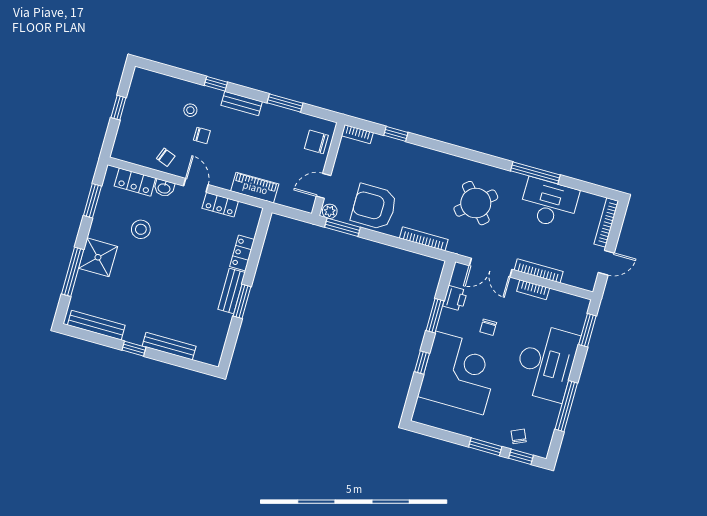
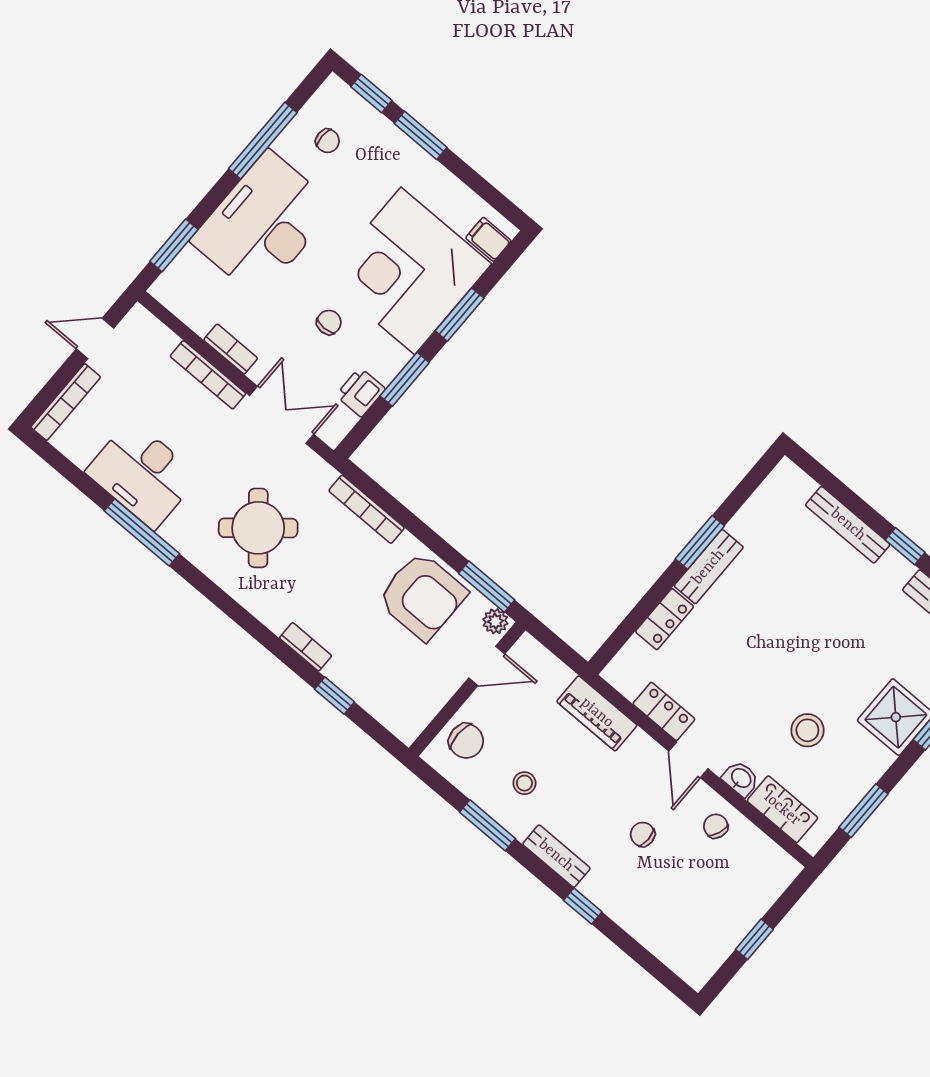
stool: (190, 110) -> (524, 783), moved
bookcase: (357, 134) -> (306, 647), moved
window: (422, 363) -> (460, 315), width x1.50
filing cabinet: (425, 409) -> (488, 239), added
chair: (519, 436) -> (328, 141), moved, turned -66

